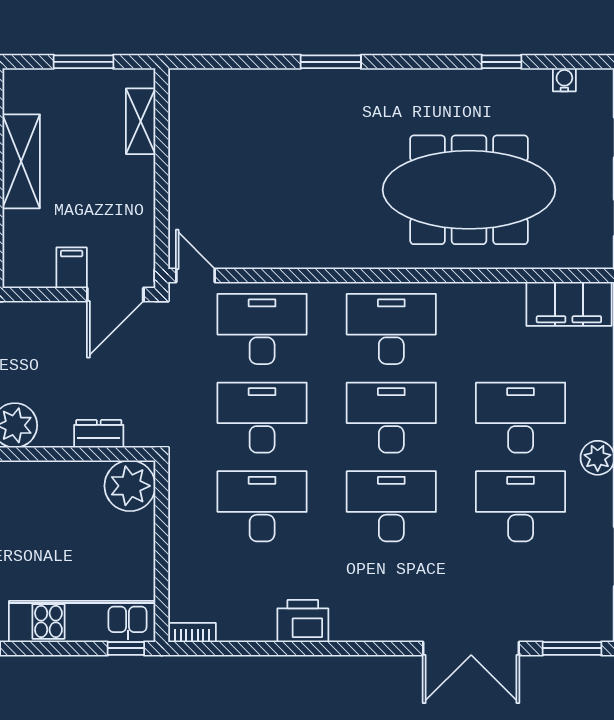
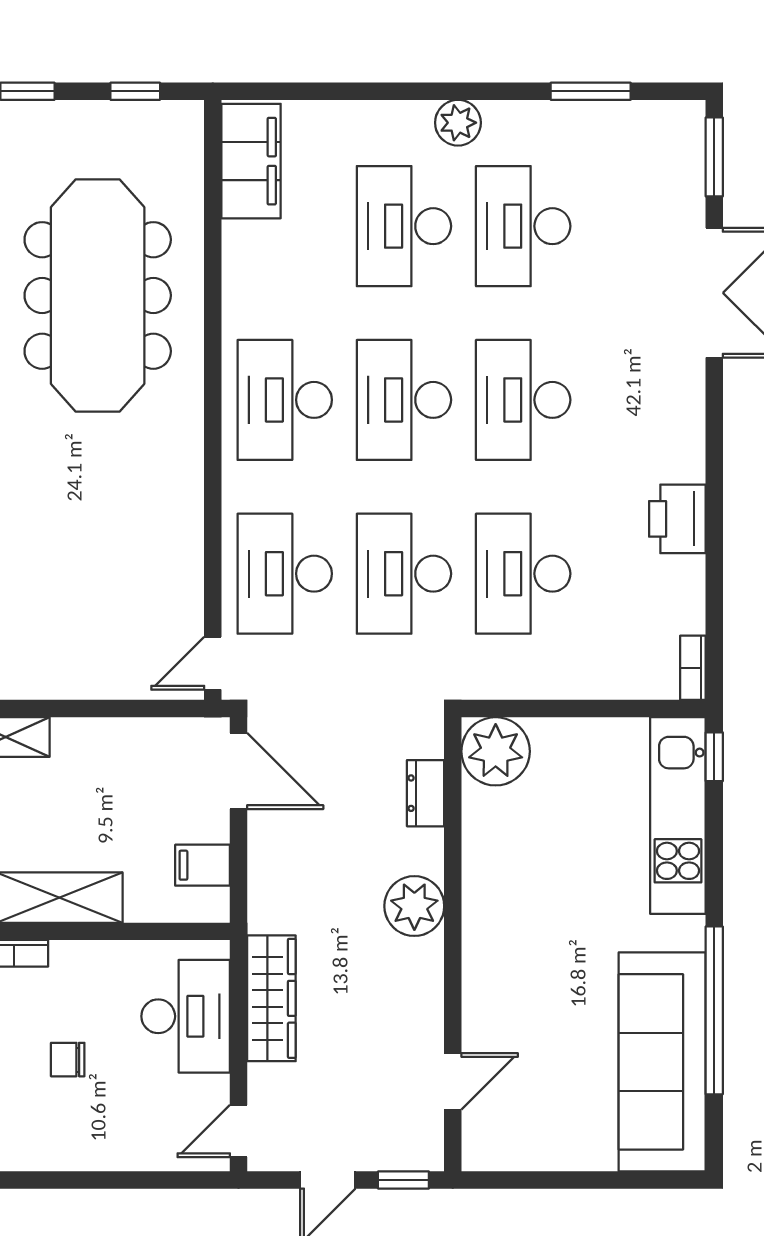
filing cabinet: (72, 268) -> (203, 865), moved

